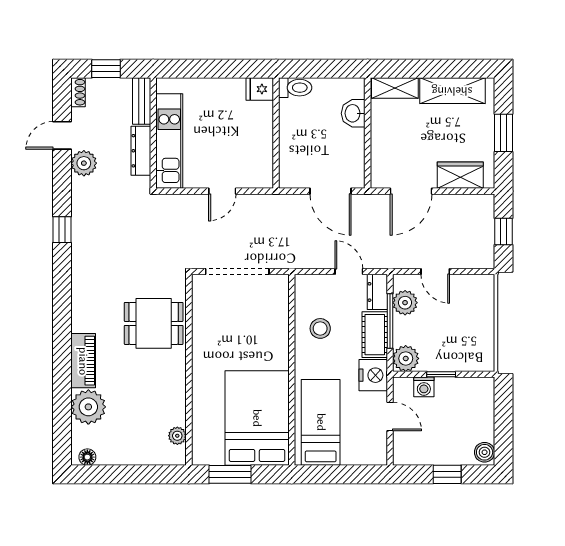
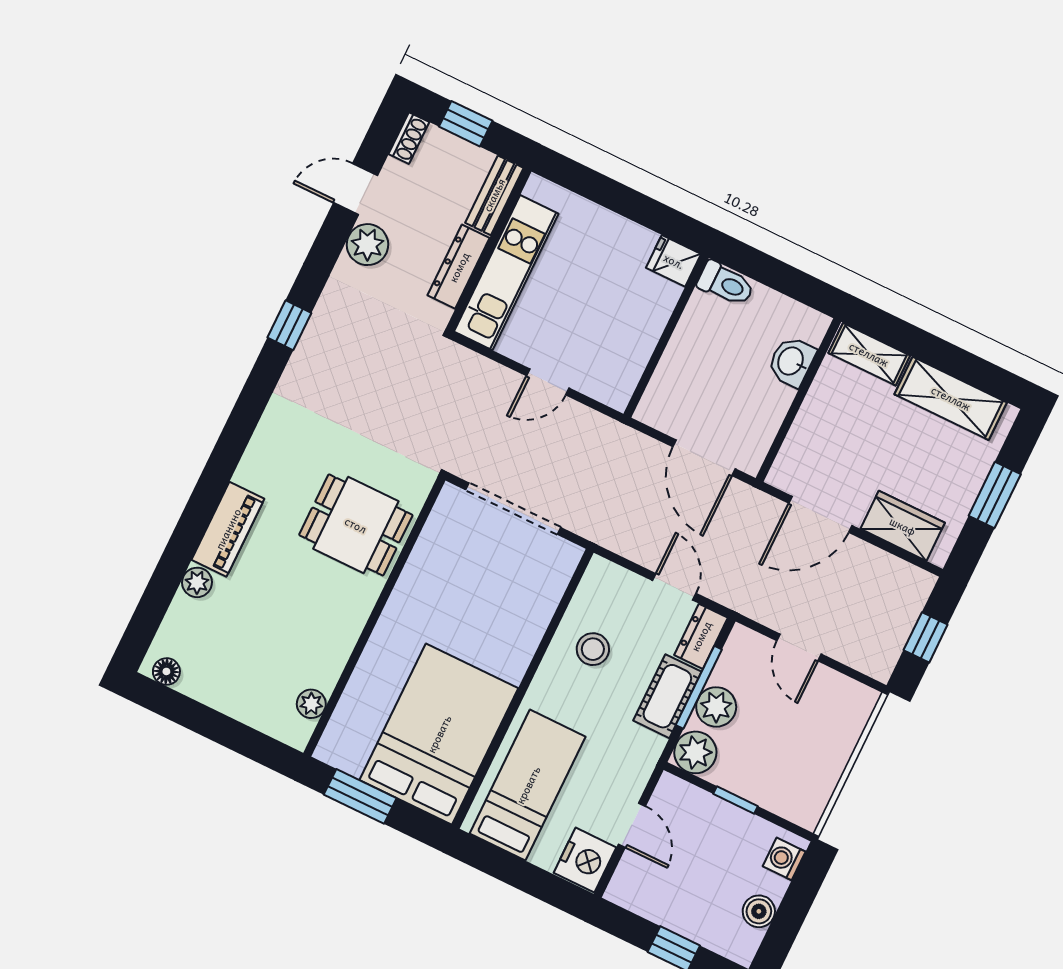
plant: (405, 303) -> (716, 707), moved
nightstand: (373, 375) -> (585, 860), moved
washing machine: (424, 387) -> (784, 859), moved, turned 90
plant: (88, 407) -> (197, 582), width x0.53, depth x0.53
boiler: (485, 452) -> (759, 911), moved

